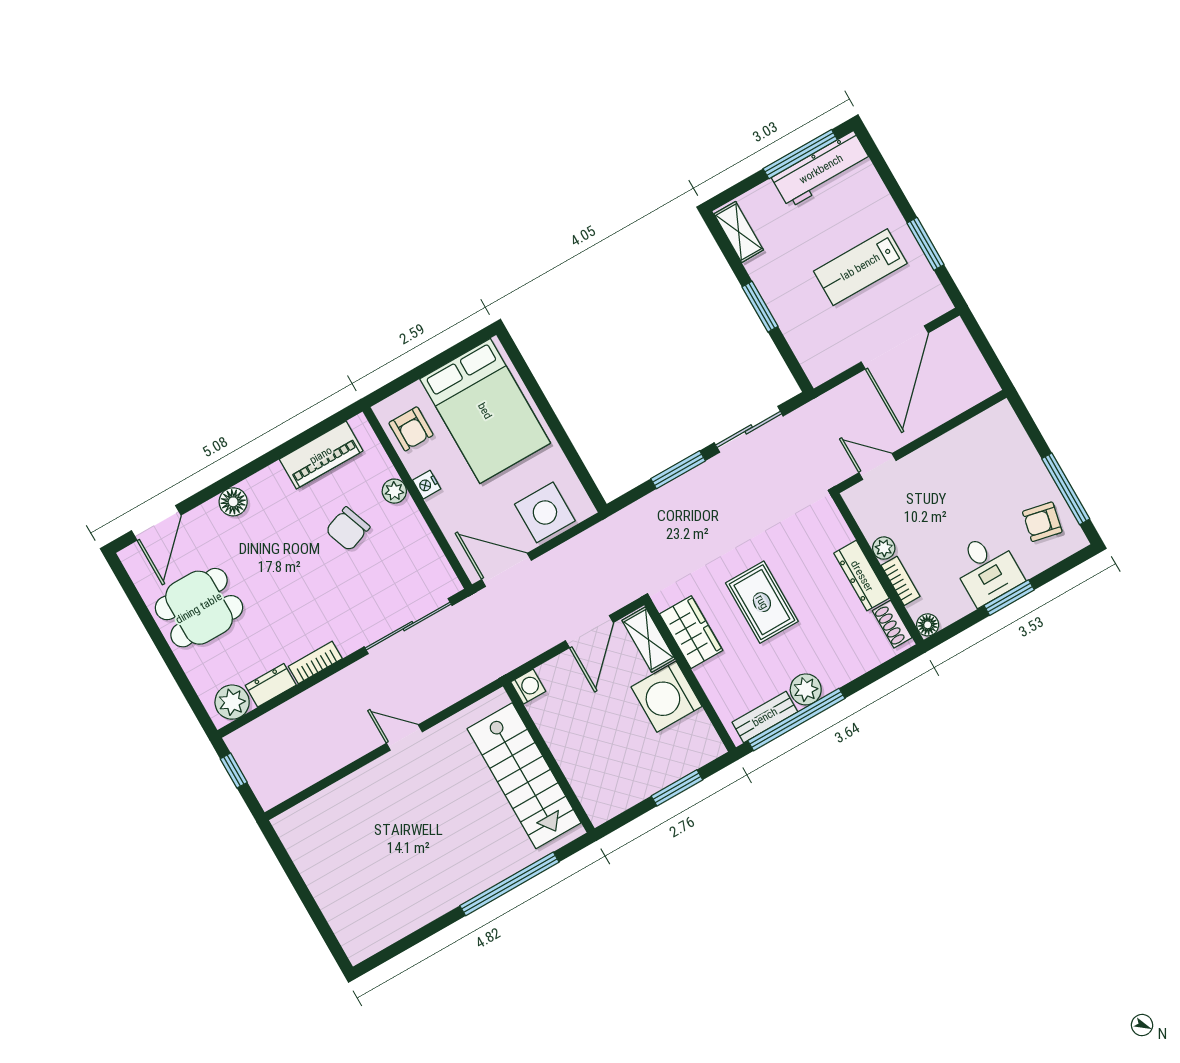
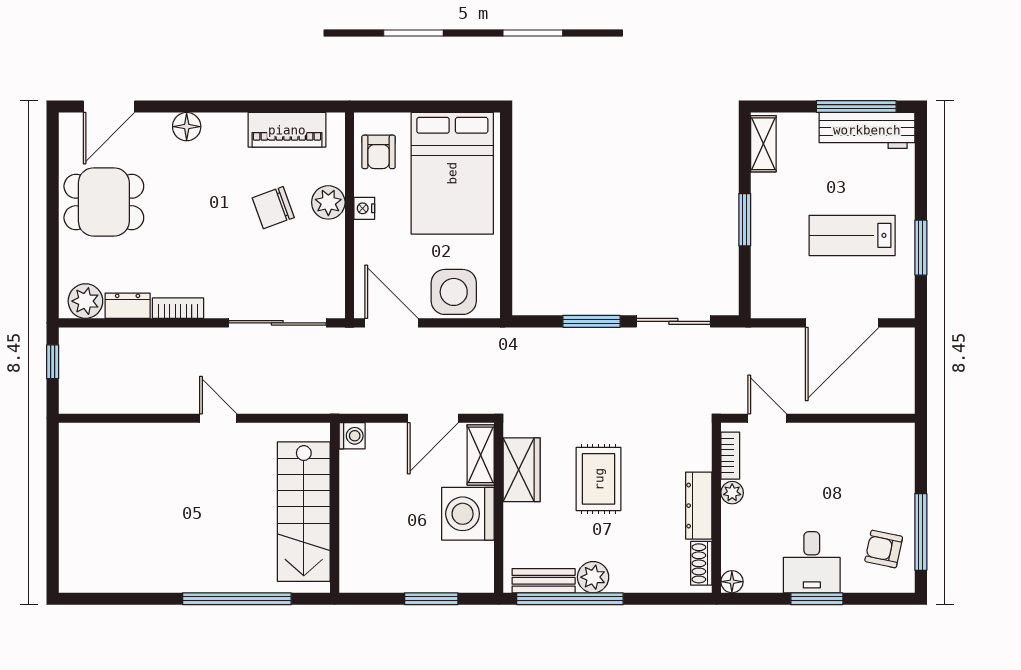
plant: (394, 491) -> (328, 202), width x1.38, depth x1.38
bookcase: (901, 581) -> (730, 456), moved

